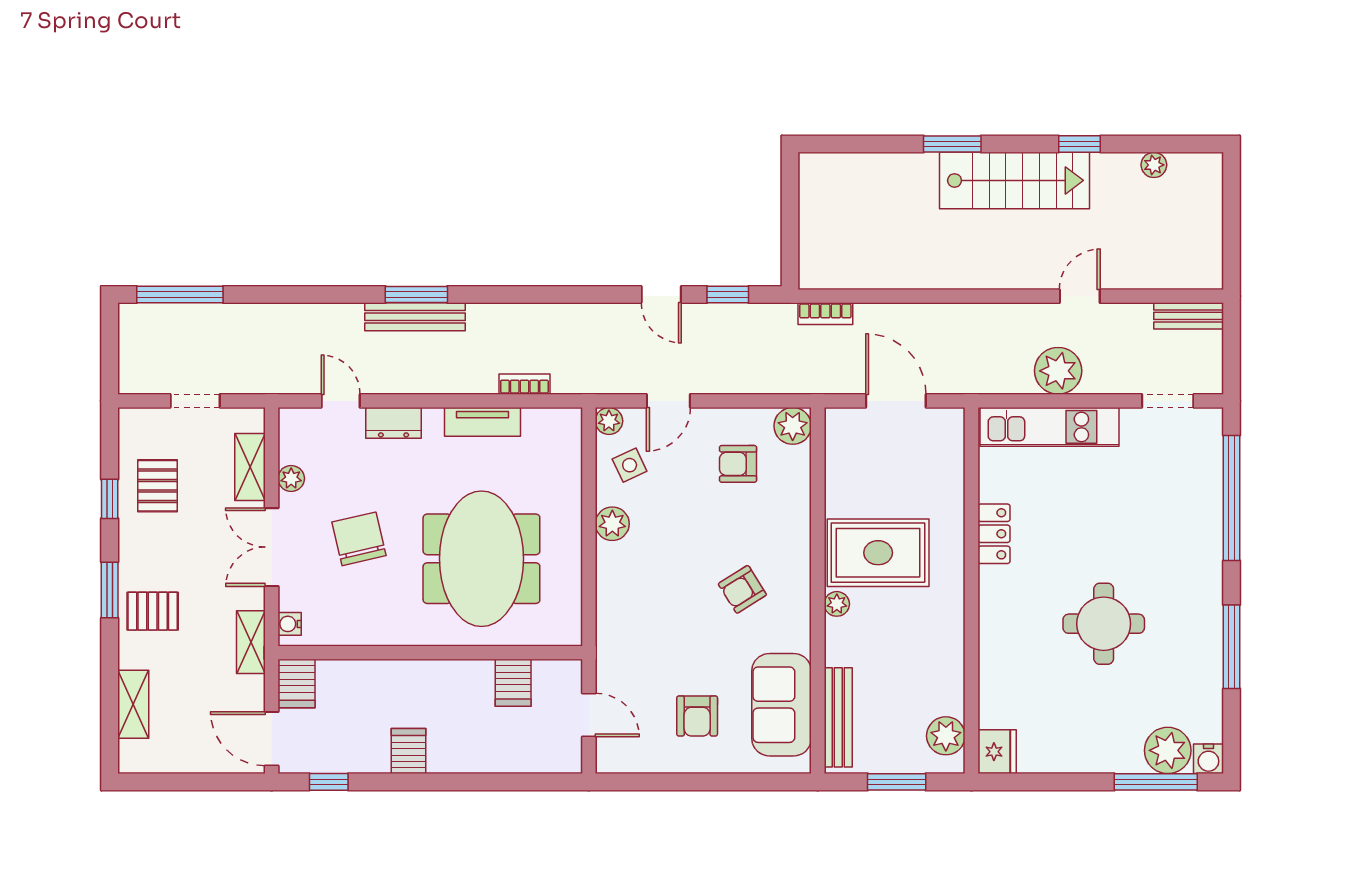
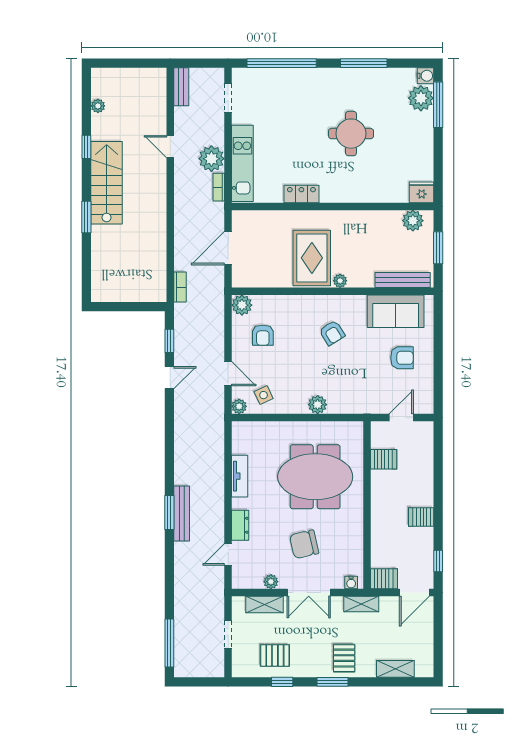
bookcase: (524, 384) -> (219, 187), moved
plant: (612, 524) -> (318, 405), moved

